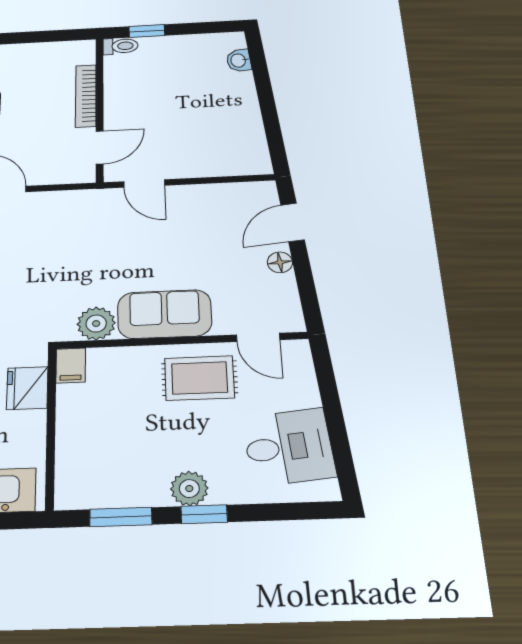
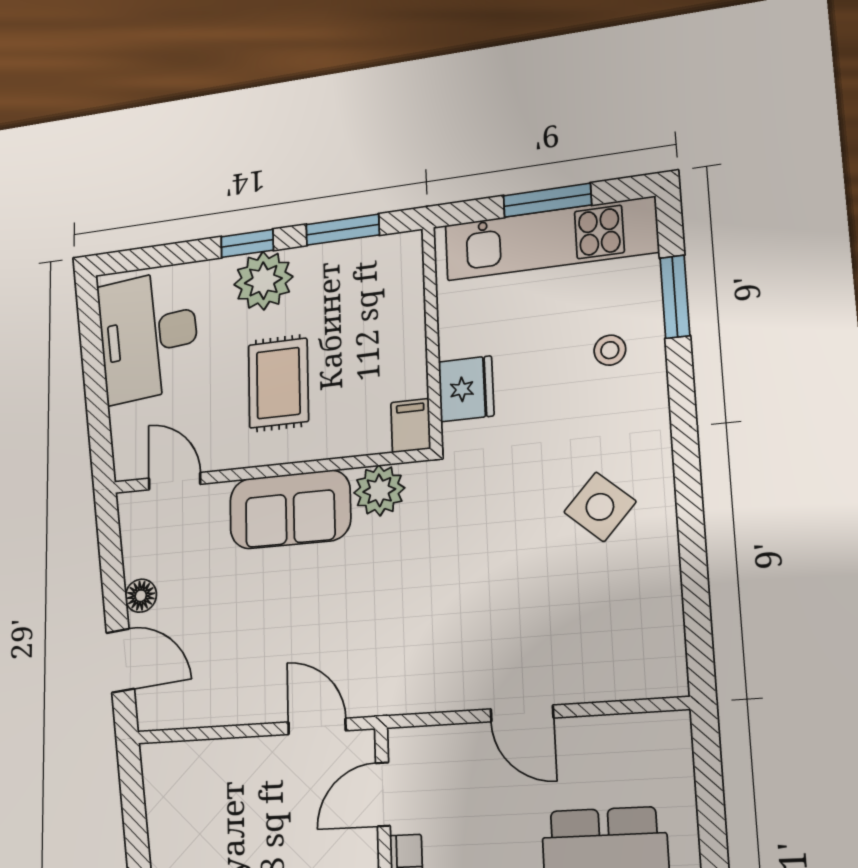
door: (293, 222) -> (120, 661), hinge flipped
rug: (199, 378) -> (278, 383), moved, turned 90
desk: (289, 447) -> (148, 336), width x1.37
plant: (189, 489) -> (263, 281), width x1.36, depth x1.36

